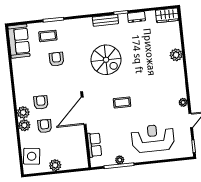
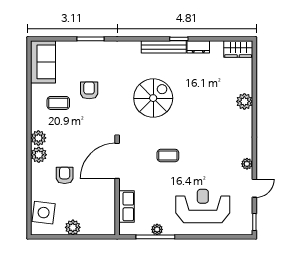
bench: (105, 20) -> (164, 47), width x1.36
coffee table: (48, 36) -> (58, 103), moved
spiral stairs: (106, 60) -> (153, 98), turned -90
armchair: (41, 102) -> (63, 144), removed
plant: (24, 125) -> (38, 138), moved

